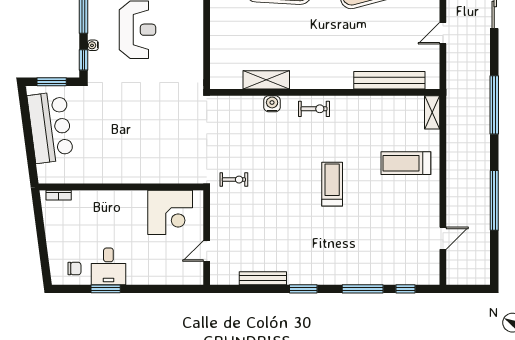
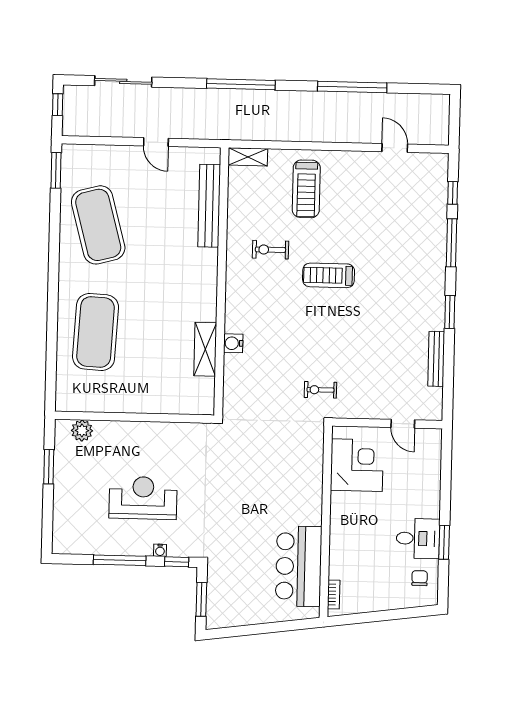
exercise bike: (314, 109) -> (270, 250), moved, turned -90
bar counter: (50, 127) -> (299, 566), moved, turned -83
exercise bike: (234, 180) -> (320, 390), turned -90

